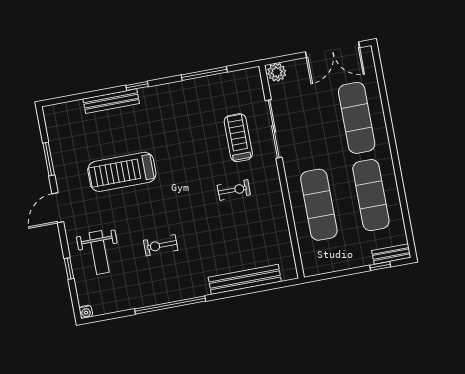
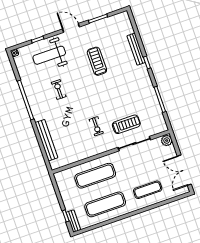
exercise mat: (357, 118) -> (148, 190), width x0.73, depth x0.69
treadmill: (122, 172) -> (97, 61), width x0.73, depth x0.73
weight bench: (99, 253) -> (49, 55), width x1.36, depth x1.33

